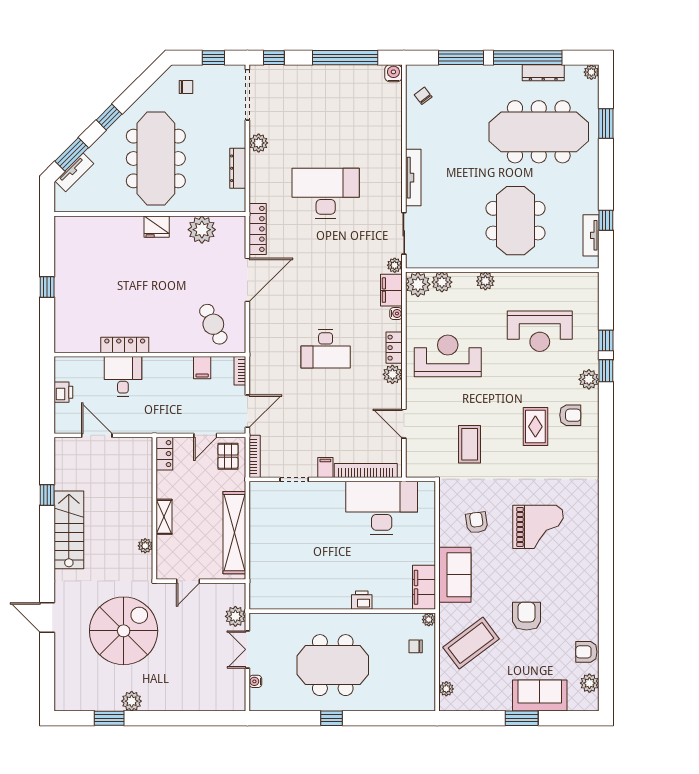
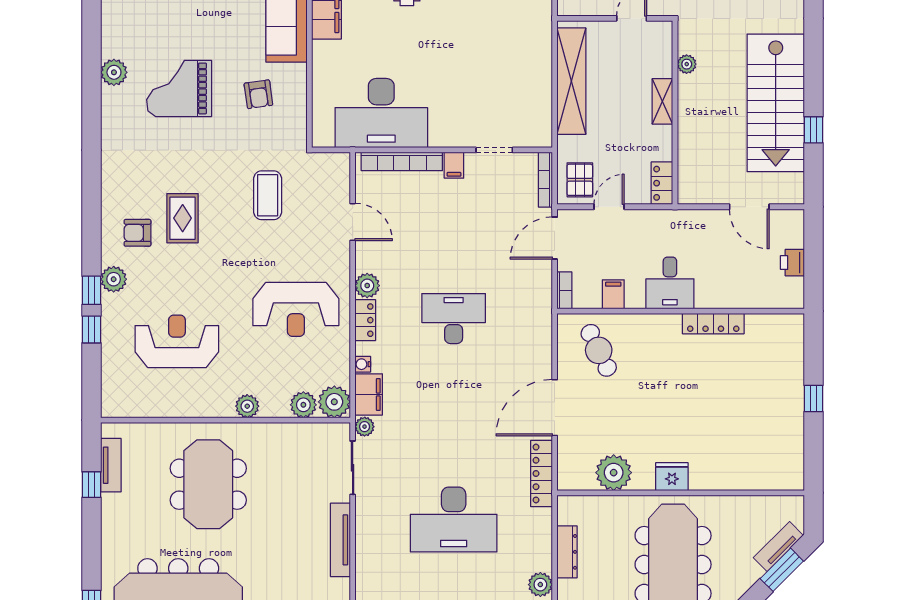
desk: (123, 376) -> (670, 283), moved
stairs: (69, 530) -> (776, 103), width x1.36, depth x1.51
plant: (589, 539) -> (114, 72), added

